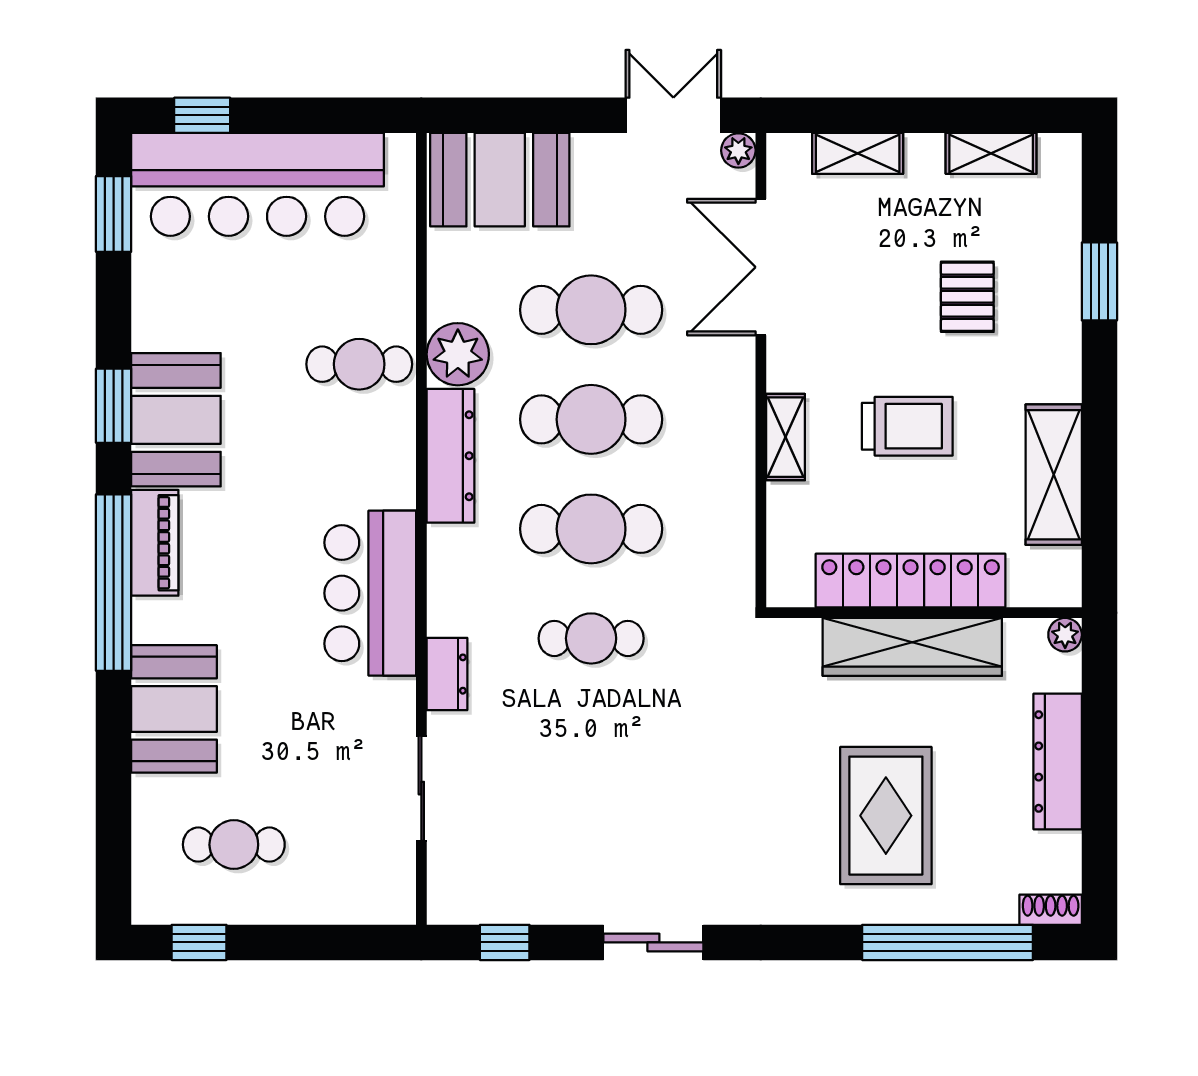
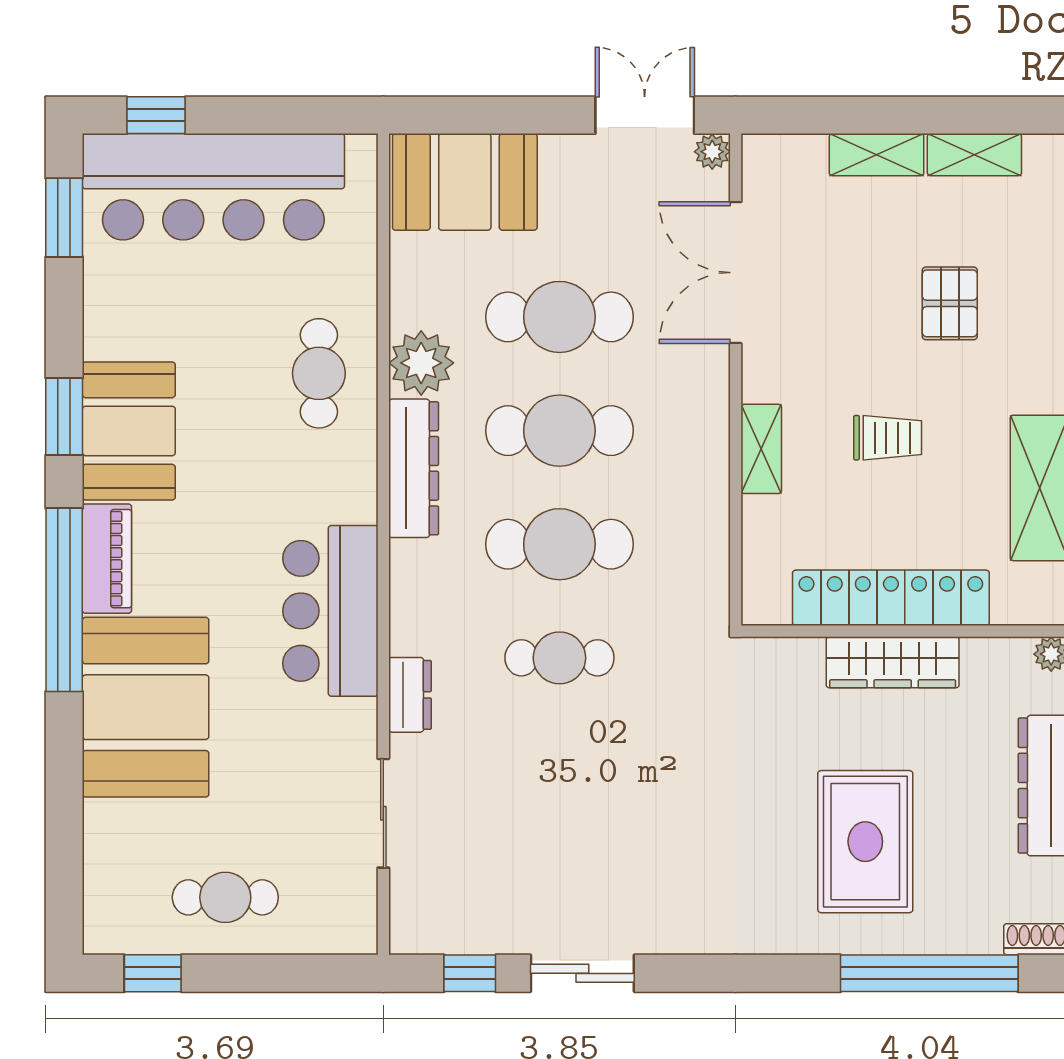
shelving: (858, 153) -> (877, 155), moved
cafe table: (359, 364) -> (319, 373), turned 90
trolley: (907, 426) -> (888, 438), width x0.73, depth x0.72
wardrobe: (912, 647) -> (893, 662), width x0.71, depth x0.85
booth: (174, 709) -> (146, 707), width x1.36, depth x1.42
cafe table: (234, 845) -> (225, 897), moved
sliding door: (653, 942) -> (582, 973), moved

